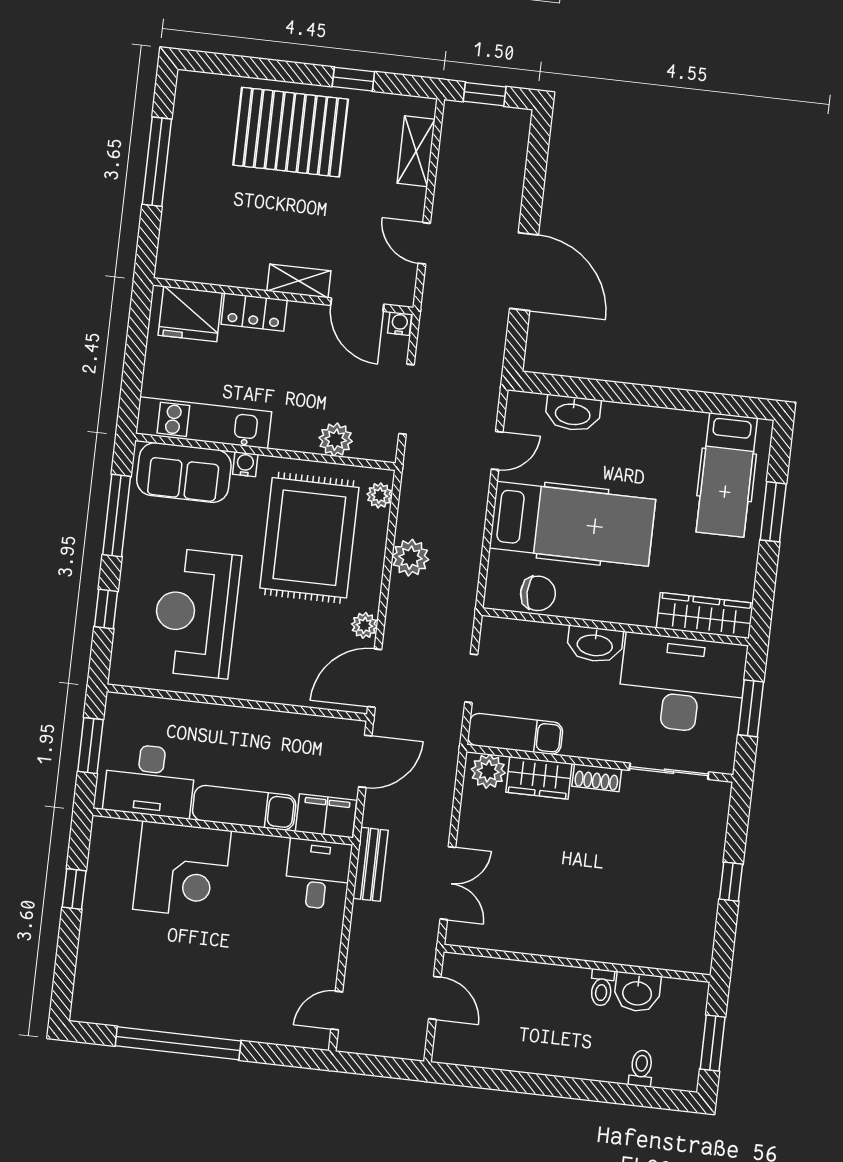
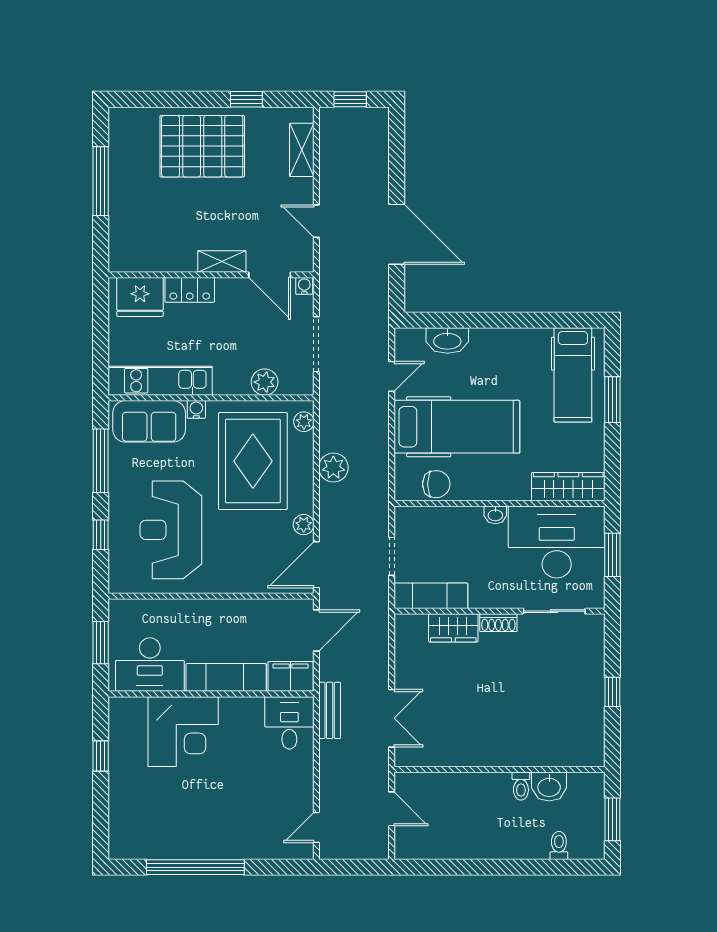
washbasin: (595, 644) -> (495, 515), width x0.52, depth x0.69
plant: (488, 771) -> (413, 627), removed

